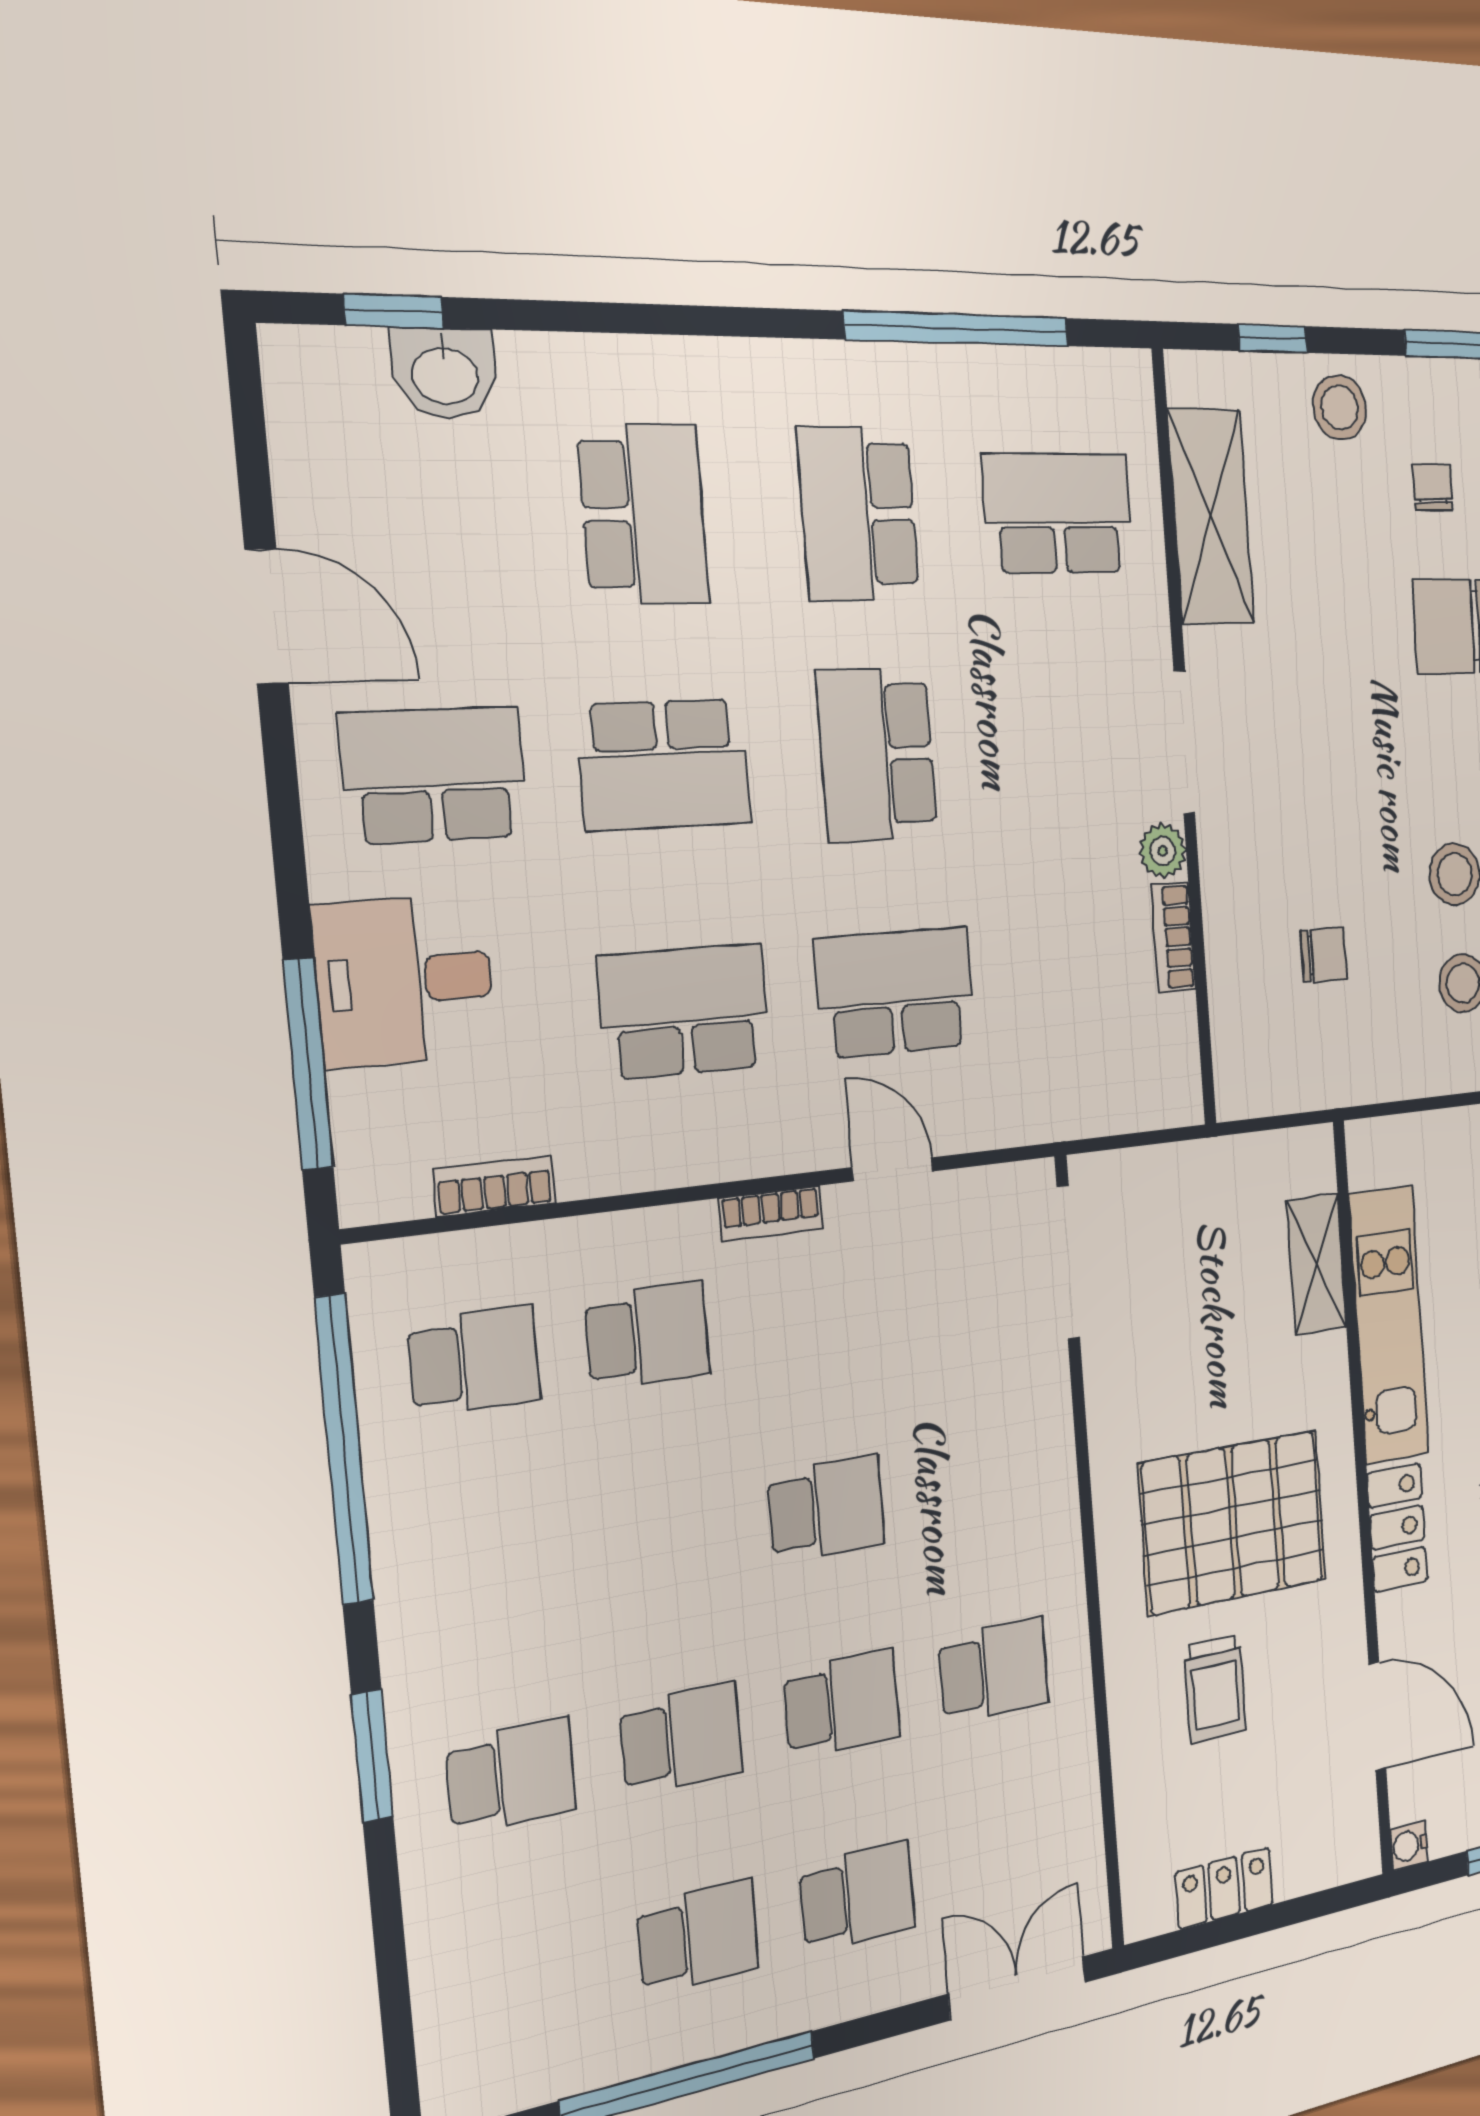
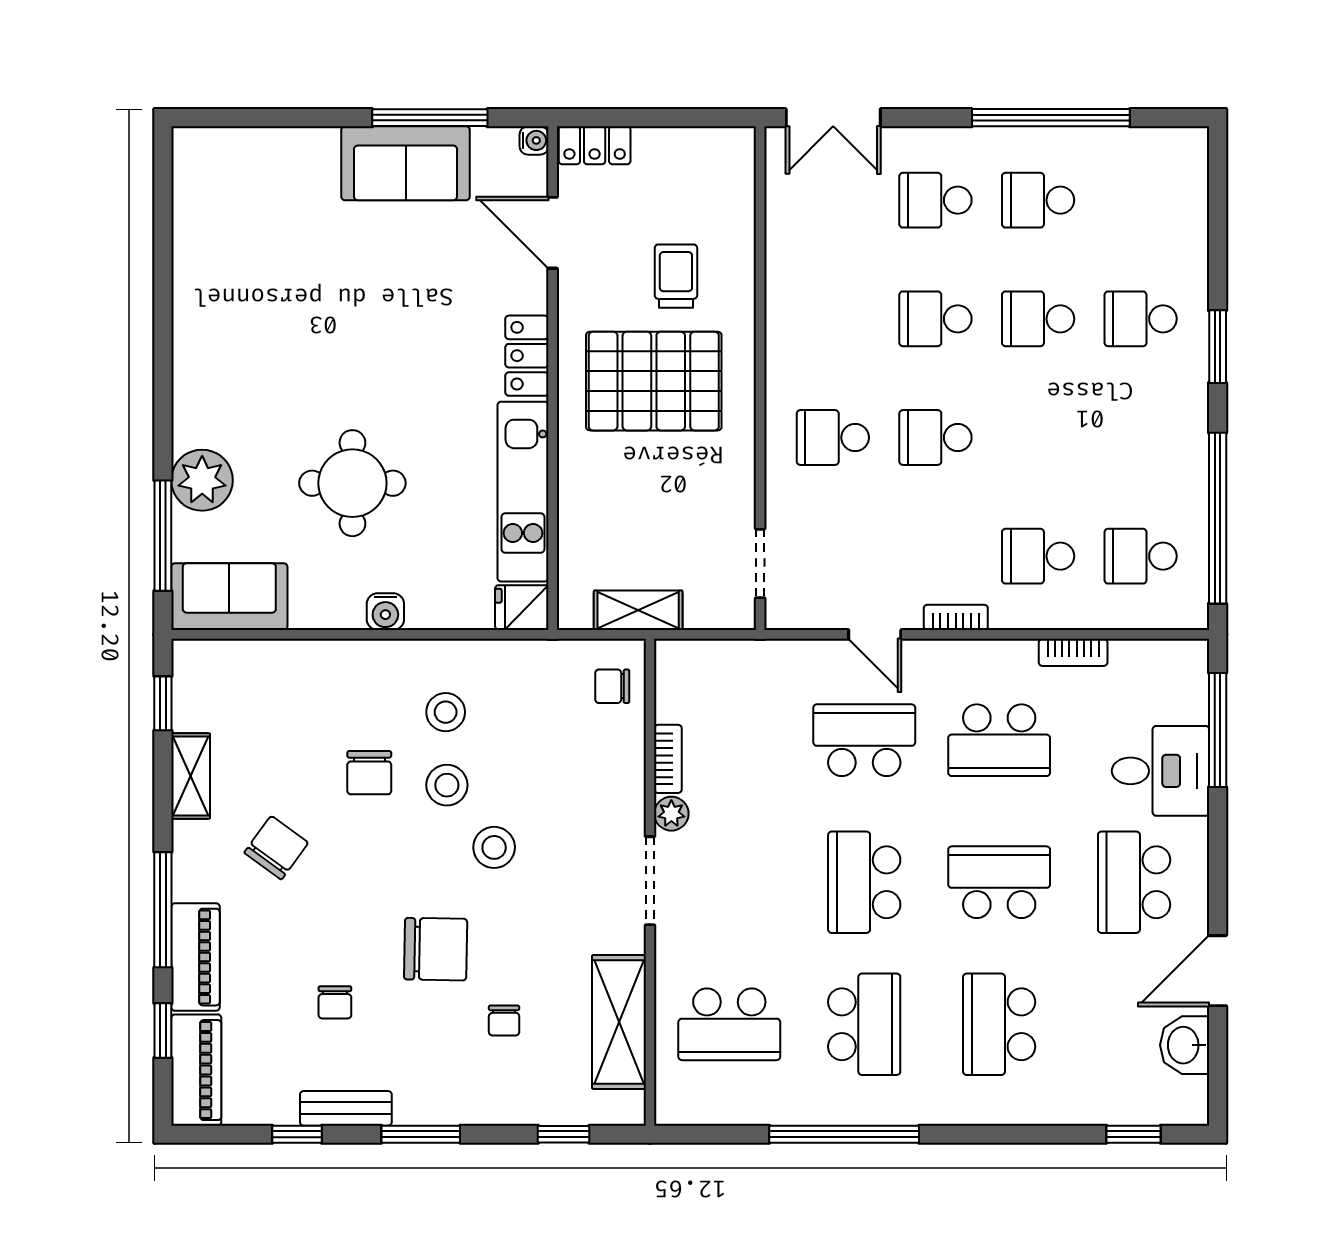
window: (958, 329) -> (844, 1134), moved
washbasin: (445, 373) -> (1185, 1045), moved, turned -90
stool: (1340, 408) -> (494, 847), moved
chair: (1433, 487) -> (504, 1021), moved
door: (267, 616) -> (1218, 971), hinge flipped
school desk: (877, 754) -> (864, 882), turned 180
school desk: (434, 775) -> (1134, 882), turned 90
chair: (1324, 954) -> (612, 686), moved
school desk: (895, 992) -> (864, 740), turned 180
fridge: (1379, 1151) -> (522, 607), added
bookcase: (494, 1186) -> (1073, 652), moved
doorway: (1068, 1262) -> (760, 563), width x0.73
shelving: (1317, 1264) -> (638, 610), moved, turned 90
school desk: (994, 1671) -> (833, 438), moved
locker: (1224, 1888) -> (595, 145), moved

